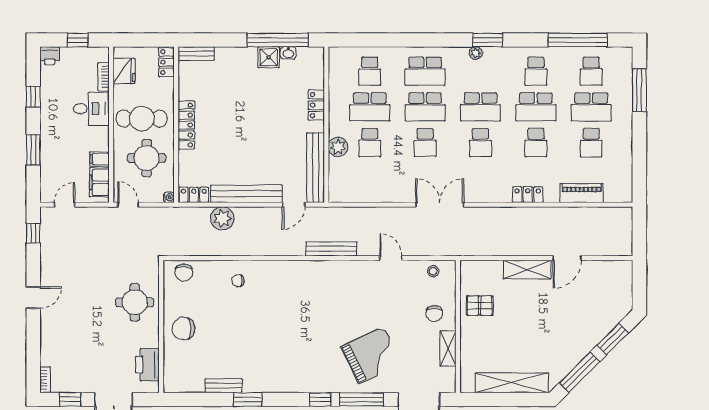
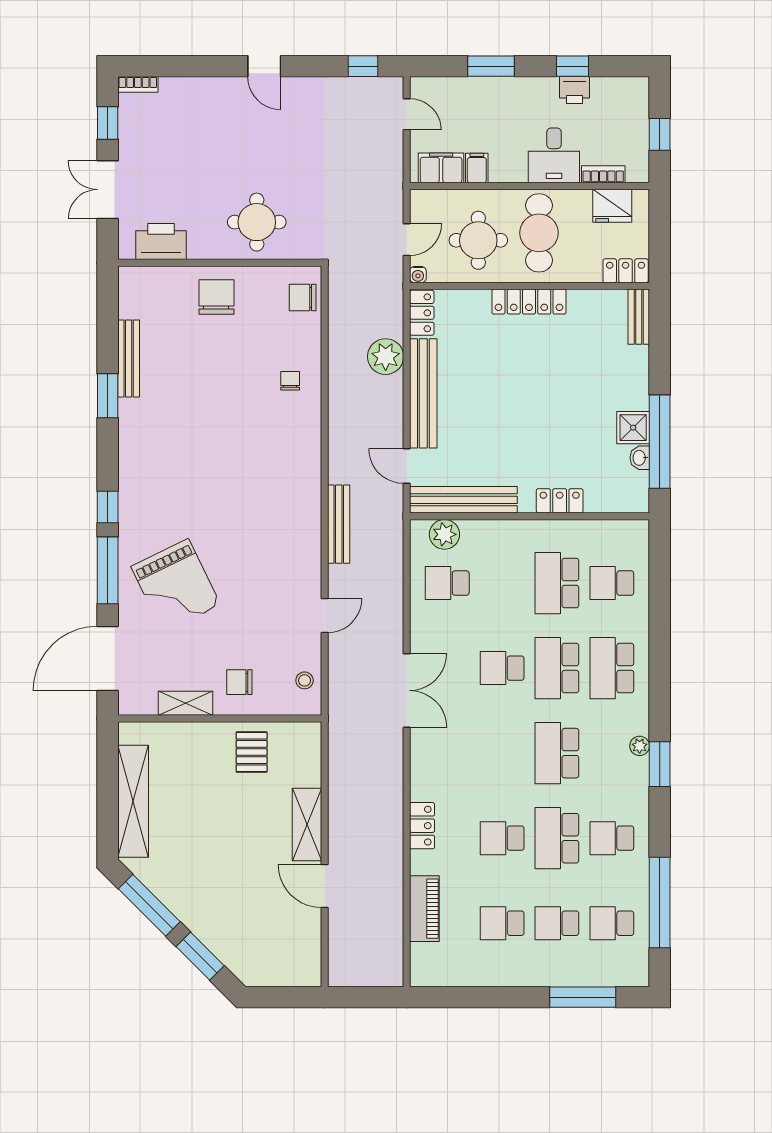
printer: (50, 56) -> (575, 90), moved, turned -90
school desk: (591, 107) -> (557, 923), width x0.54
school desk: (370, 143) -> (447, 583), moved
school desk: (480, 143) -> (502, 753), removed
plant: (338, 147) -> (444, 534), moved
door: (128, 205) -> (407, 240), moved
bench: (223, 386) -> (129, 358), width x1.36

